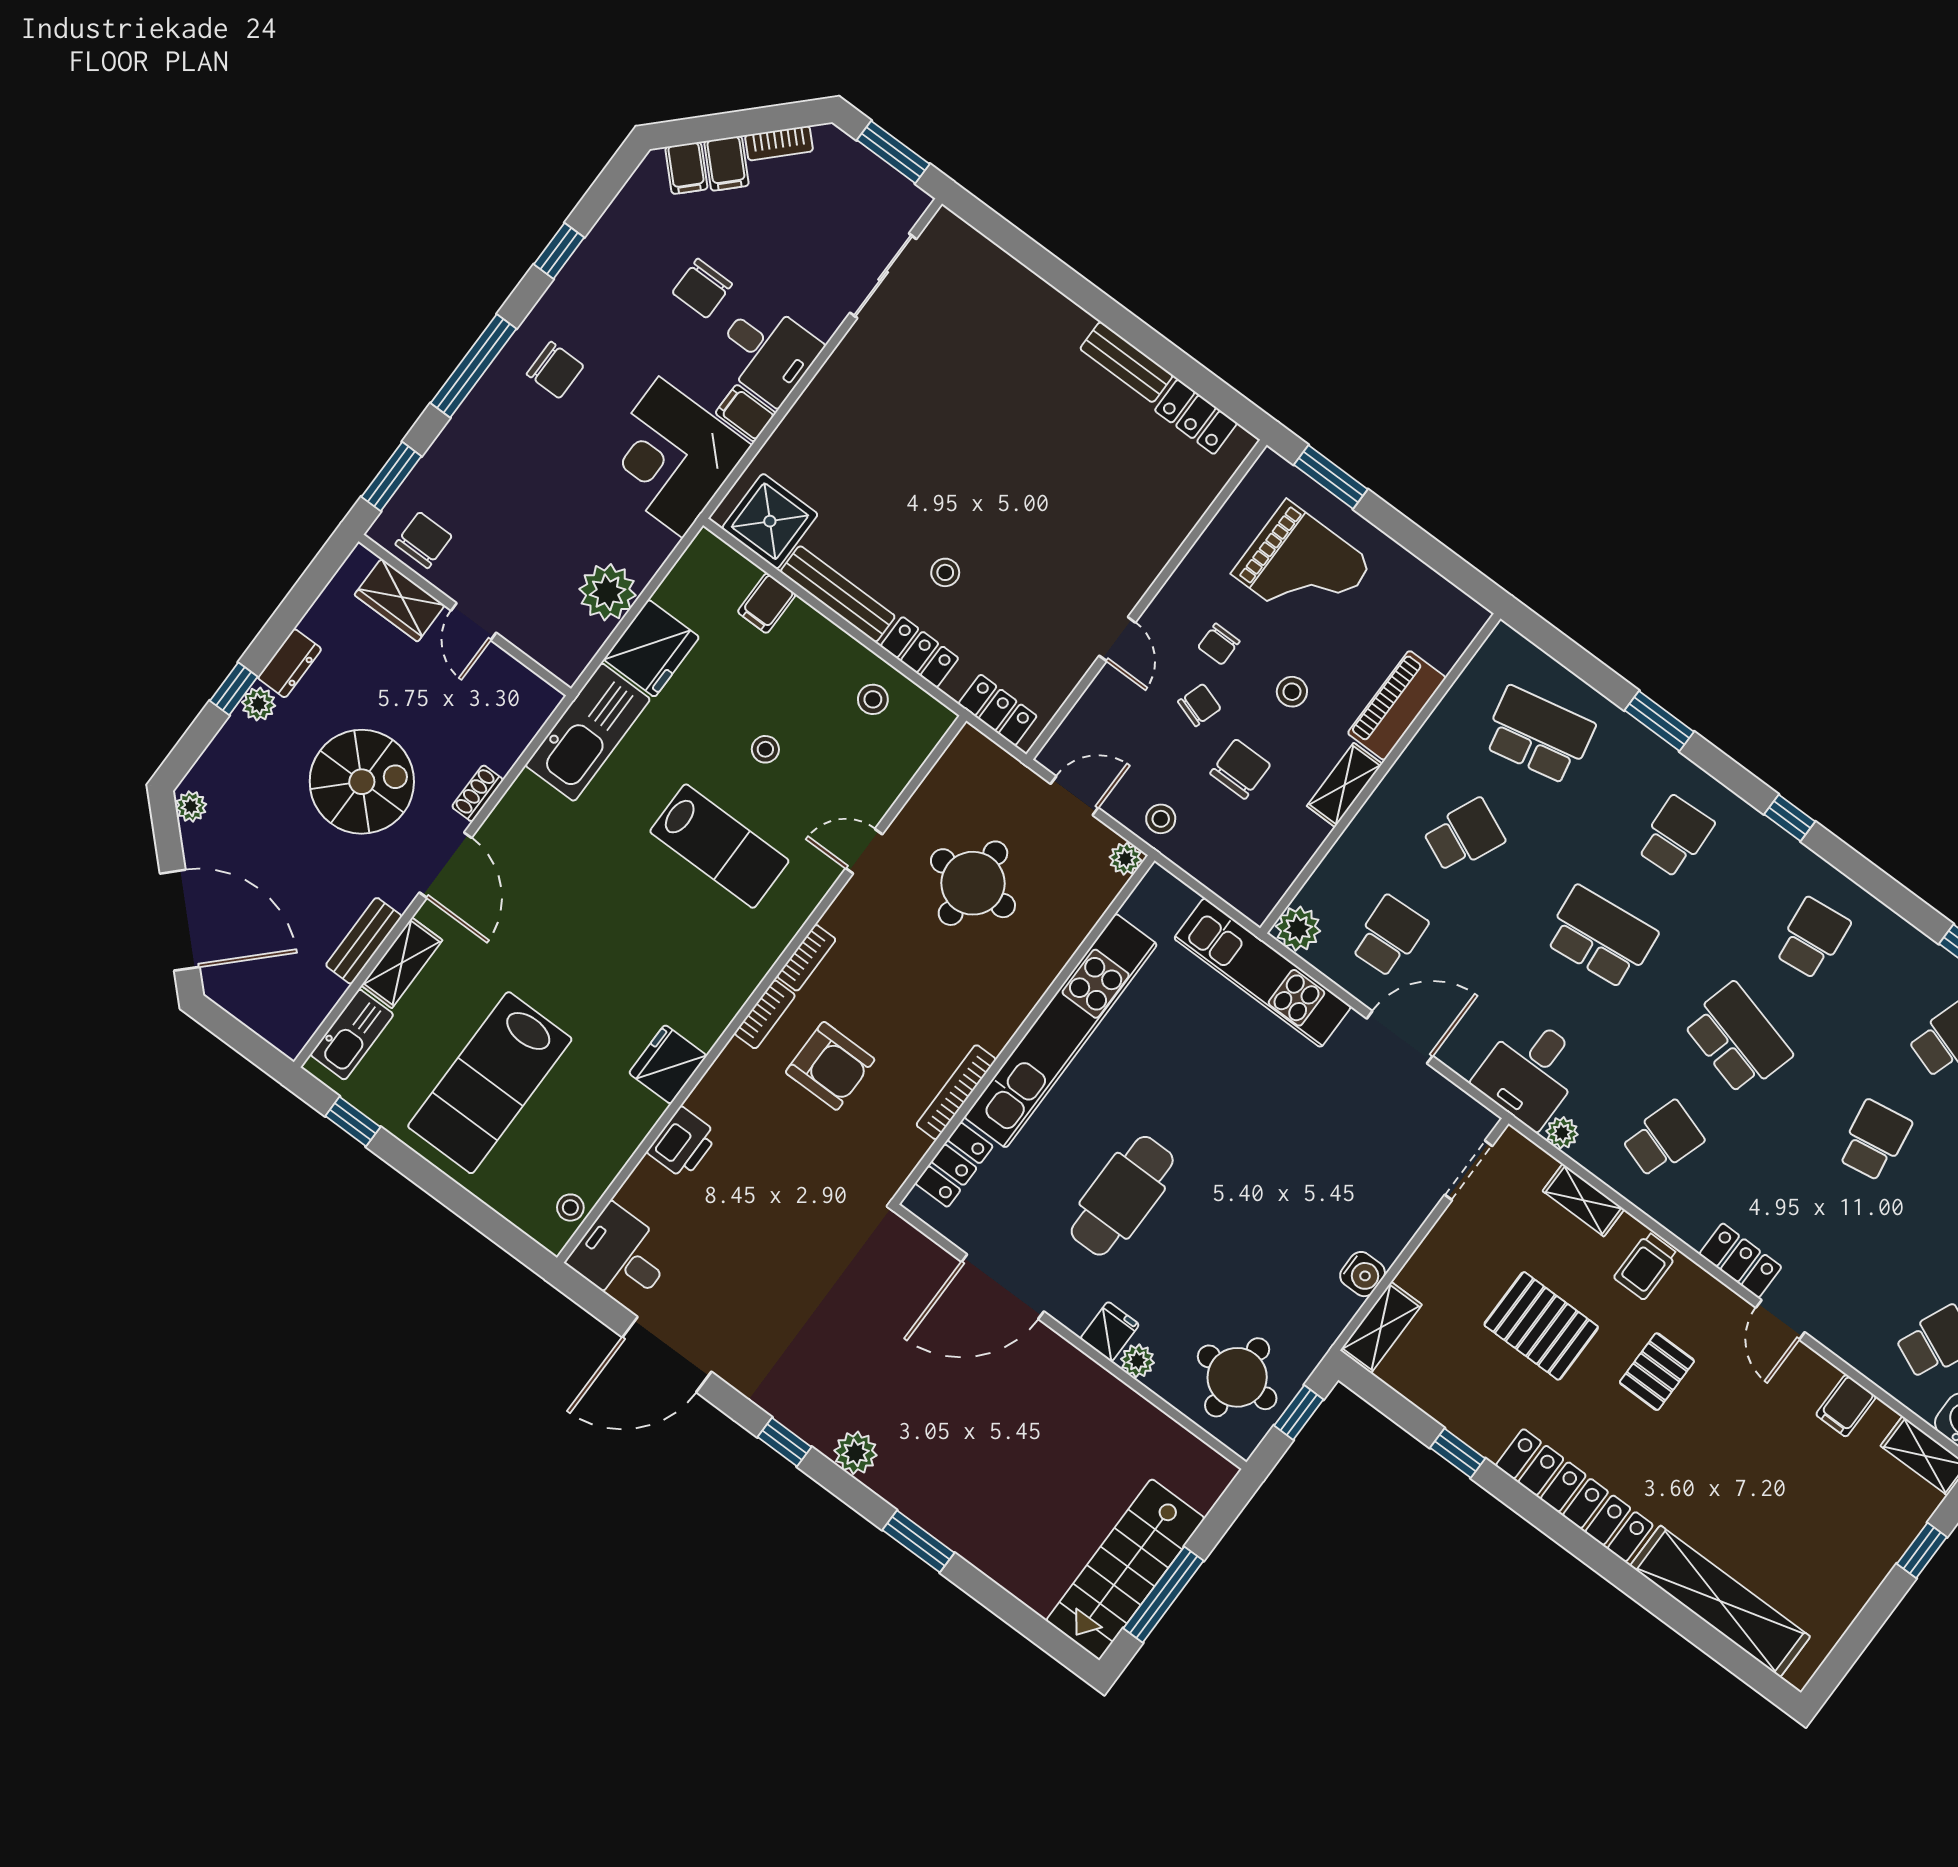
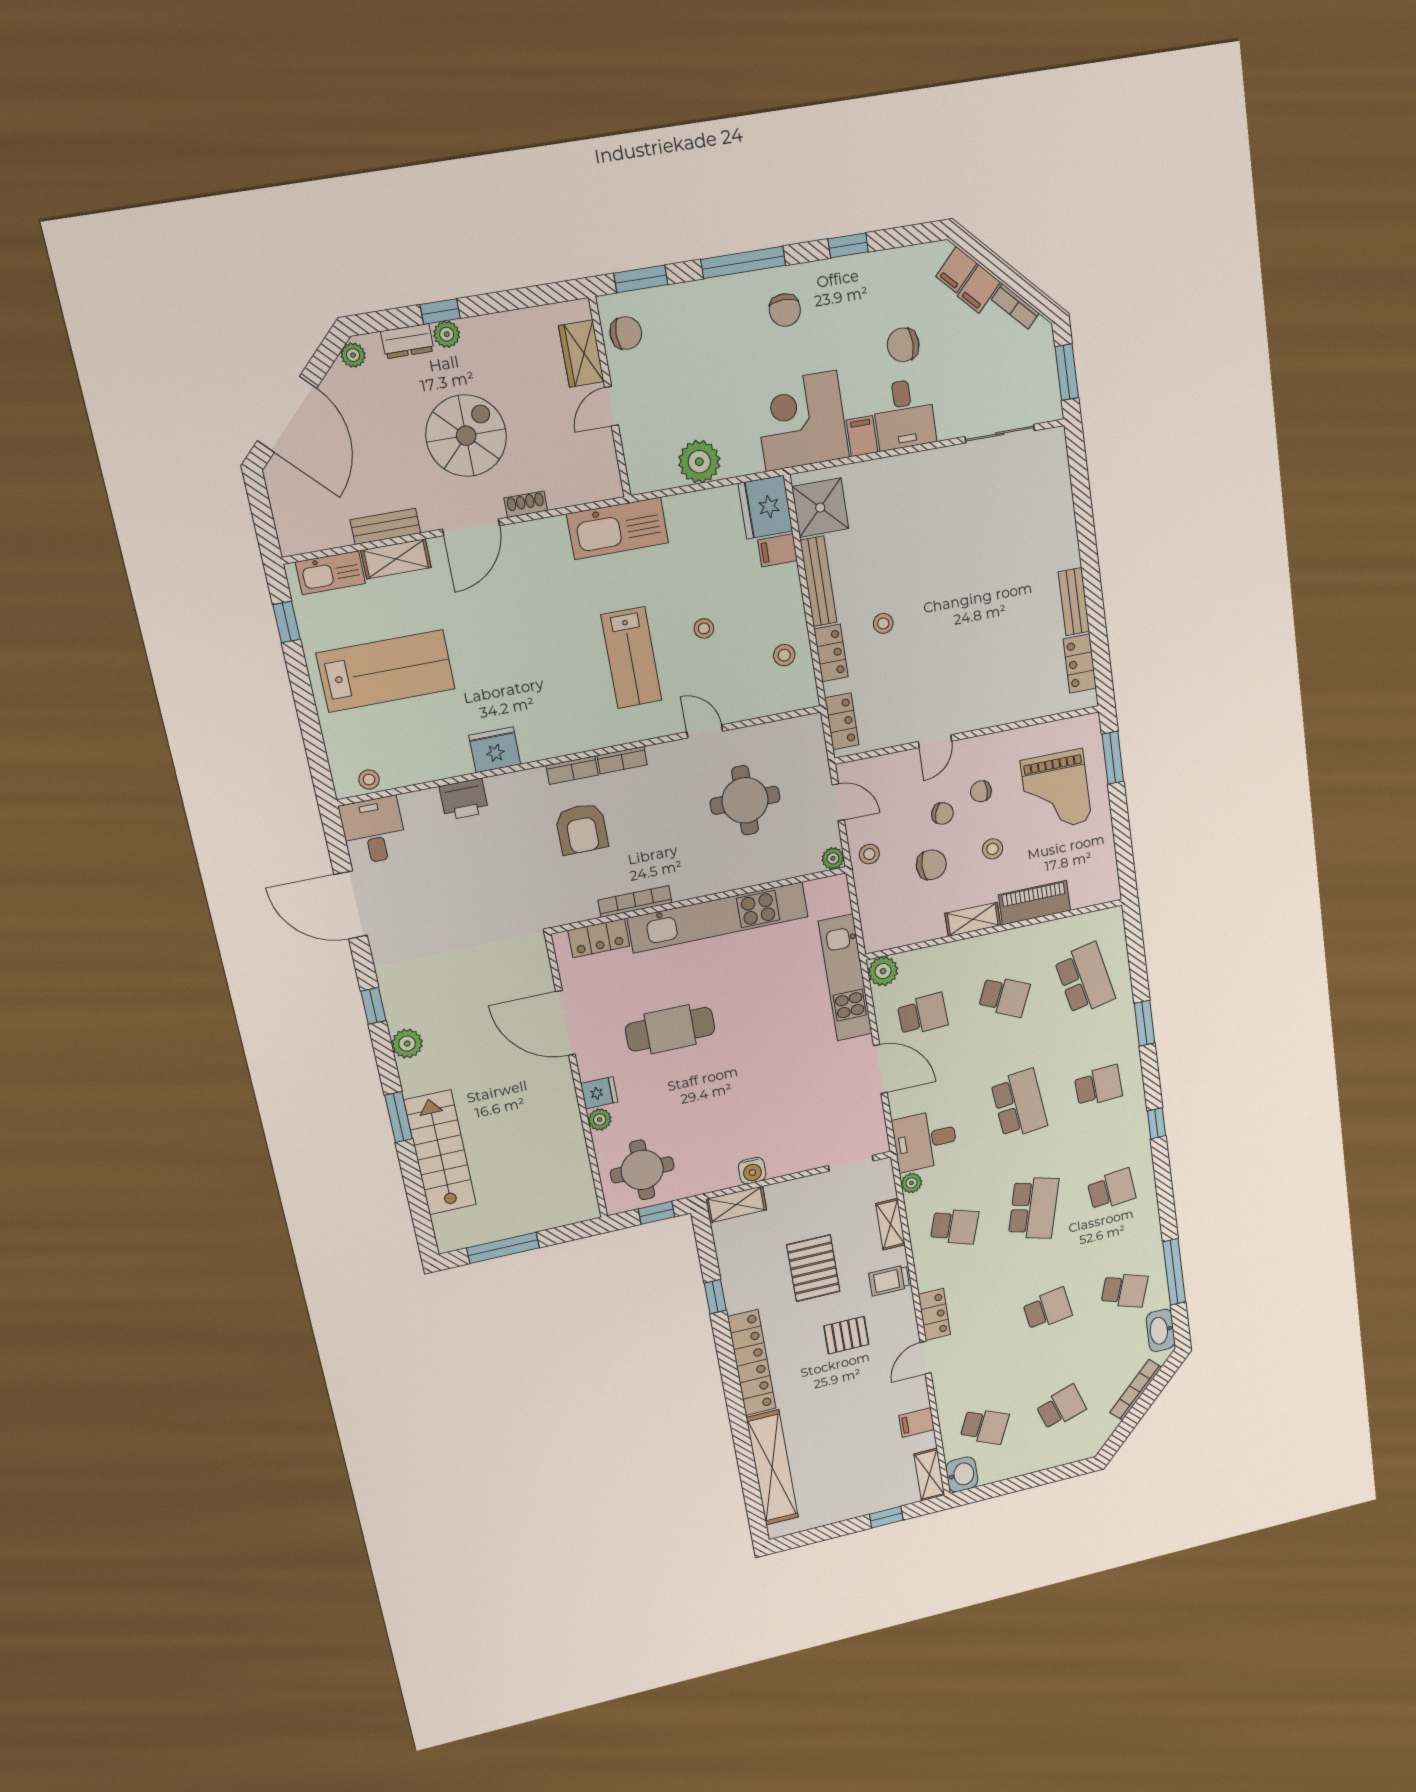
fridge: (651, 648) -> (765, 507), moved, turned 90
dresser: (290, 663) -> (407, 341), moved
spiral stairs: (362, 782) -> (466, 436), turned -90
lab bench: (490, 1083) -> (386, 671), turned 180
stairs: (1125, 1569) -> (440, 1153), moved, turned 90

